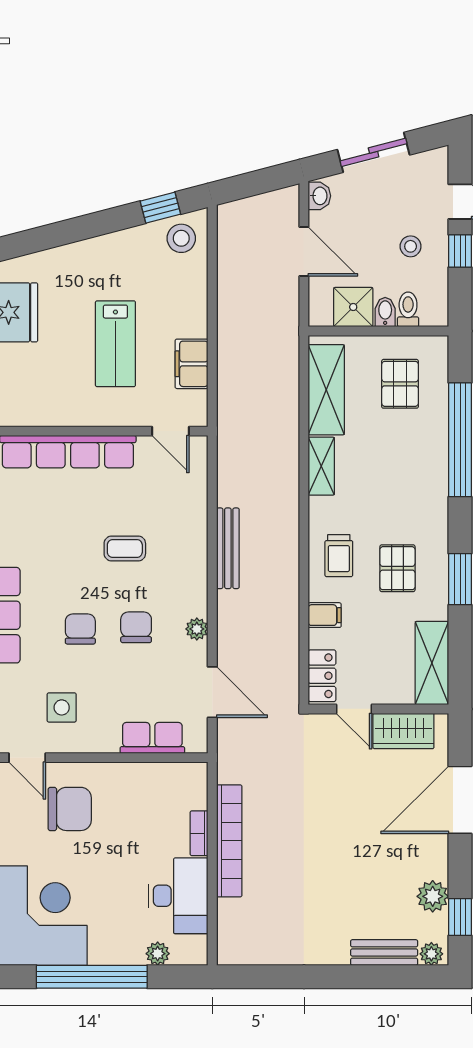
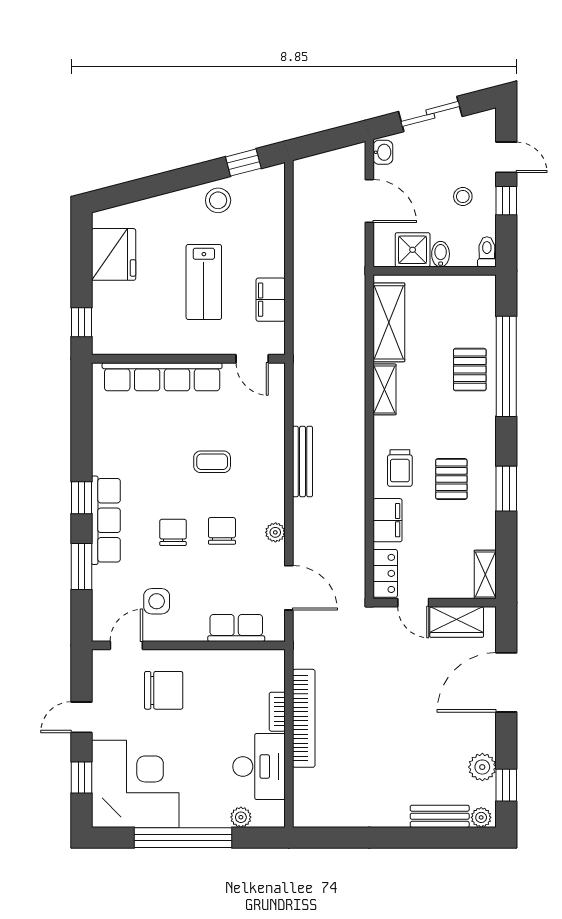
stool: (181, 238) -> (218, 200), moved
toilet: (408, 309) -> (487, 252), moved
pallet: (400, 384) -> (470, 370), moved
filing cabinet: (325, 615) -> (388, 520), width x2.00
shelving: (432, 663) -> (485, 574), width x0.67, depth x0.75
door: (27, 758) -> (126, 645), swing flipped

